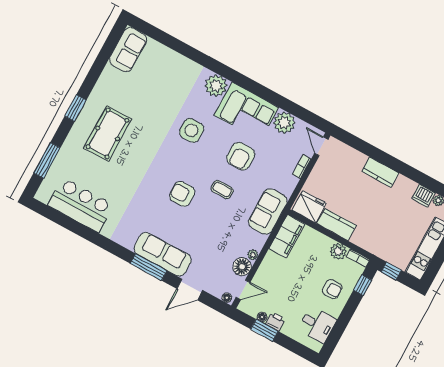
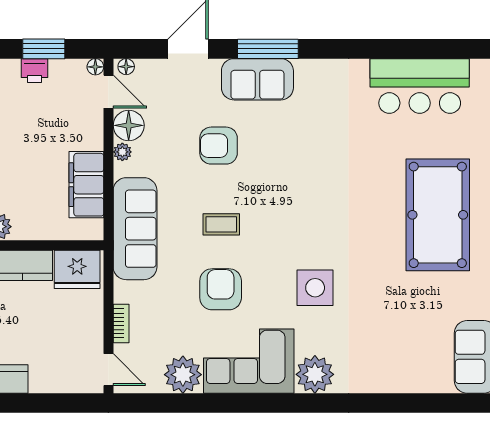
pool table: (108, 133) -> (438, 215), width x1.36, depth x1.32
armchair: (182, 194) -> (219, 146), moved, turned 180
sofa: (268, 212) -> (135, 229), width x1.36
filing cabinet: (287, 236) -> (86, 185), moved
sofa: (163, 254) -> (257, 79), width x0.73
door: (243, 290) -> (108, 92), swing flipped
floor lamp: (262, 317) -> (95, 67), moved

